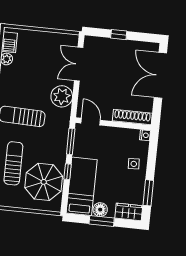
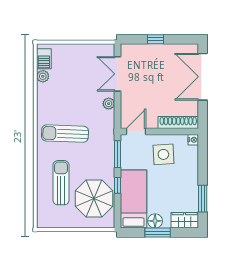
plant: (62, 96) -> (109, 104), width x0.53, depth x0.53
door: (91, 122) -> (136, 132), hinge flipped
side table: (134, 164) -> (163, 154), moved, width x1.87, depth x1.87

